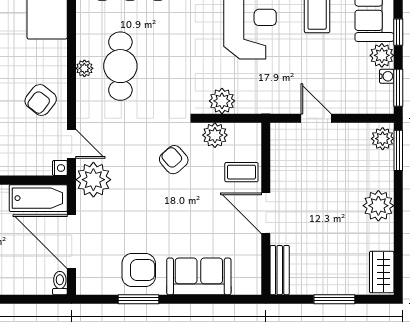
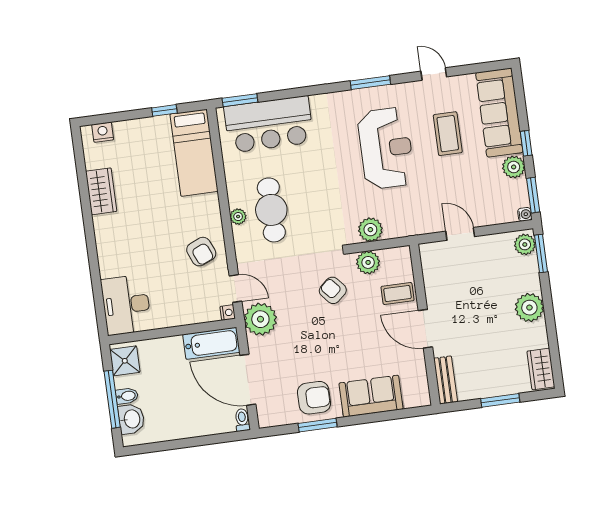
water cooler: (387, 76) -> (525, 214), moved
armchair: (41, 100) -> (201, 252), turned -61

